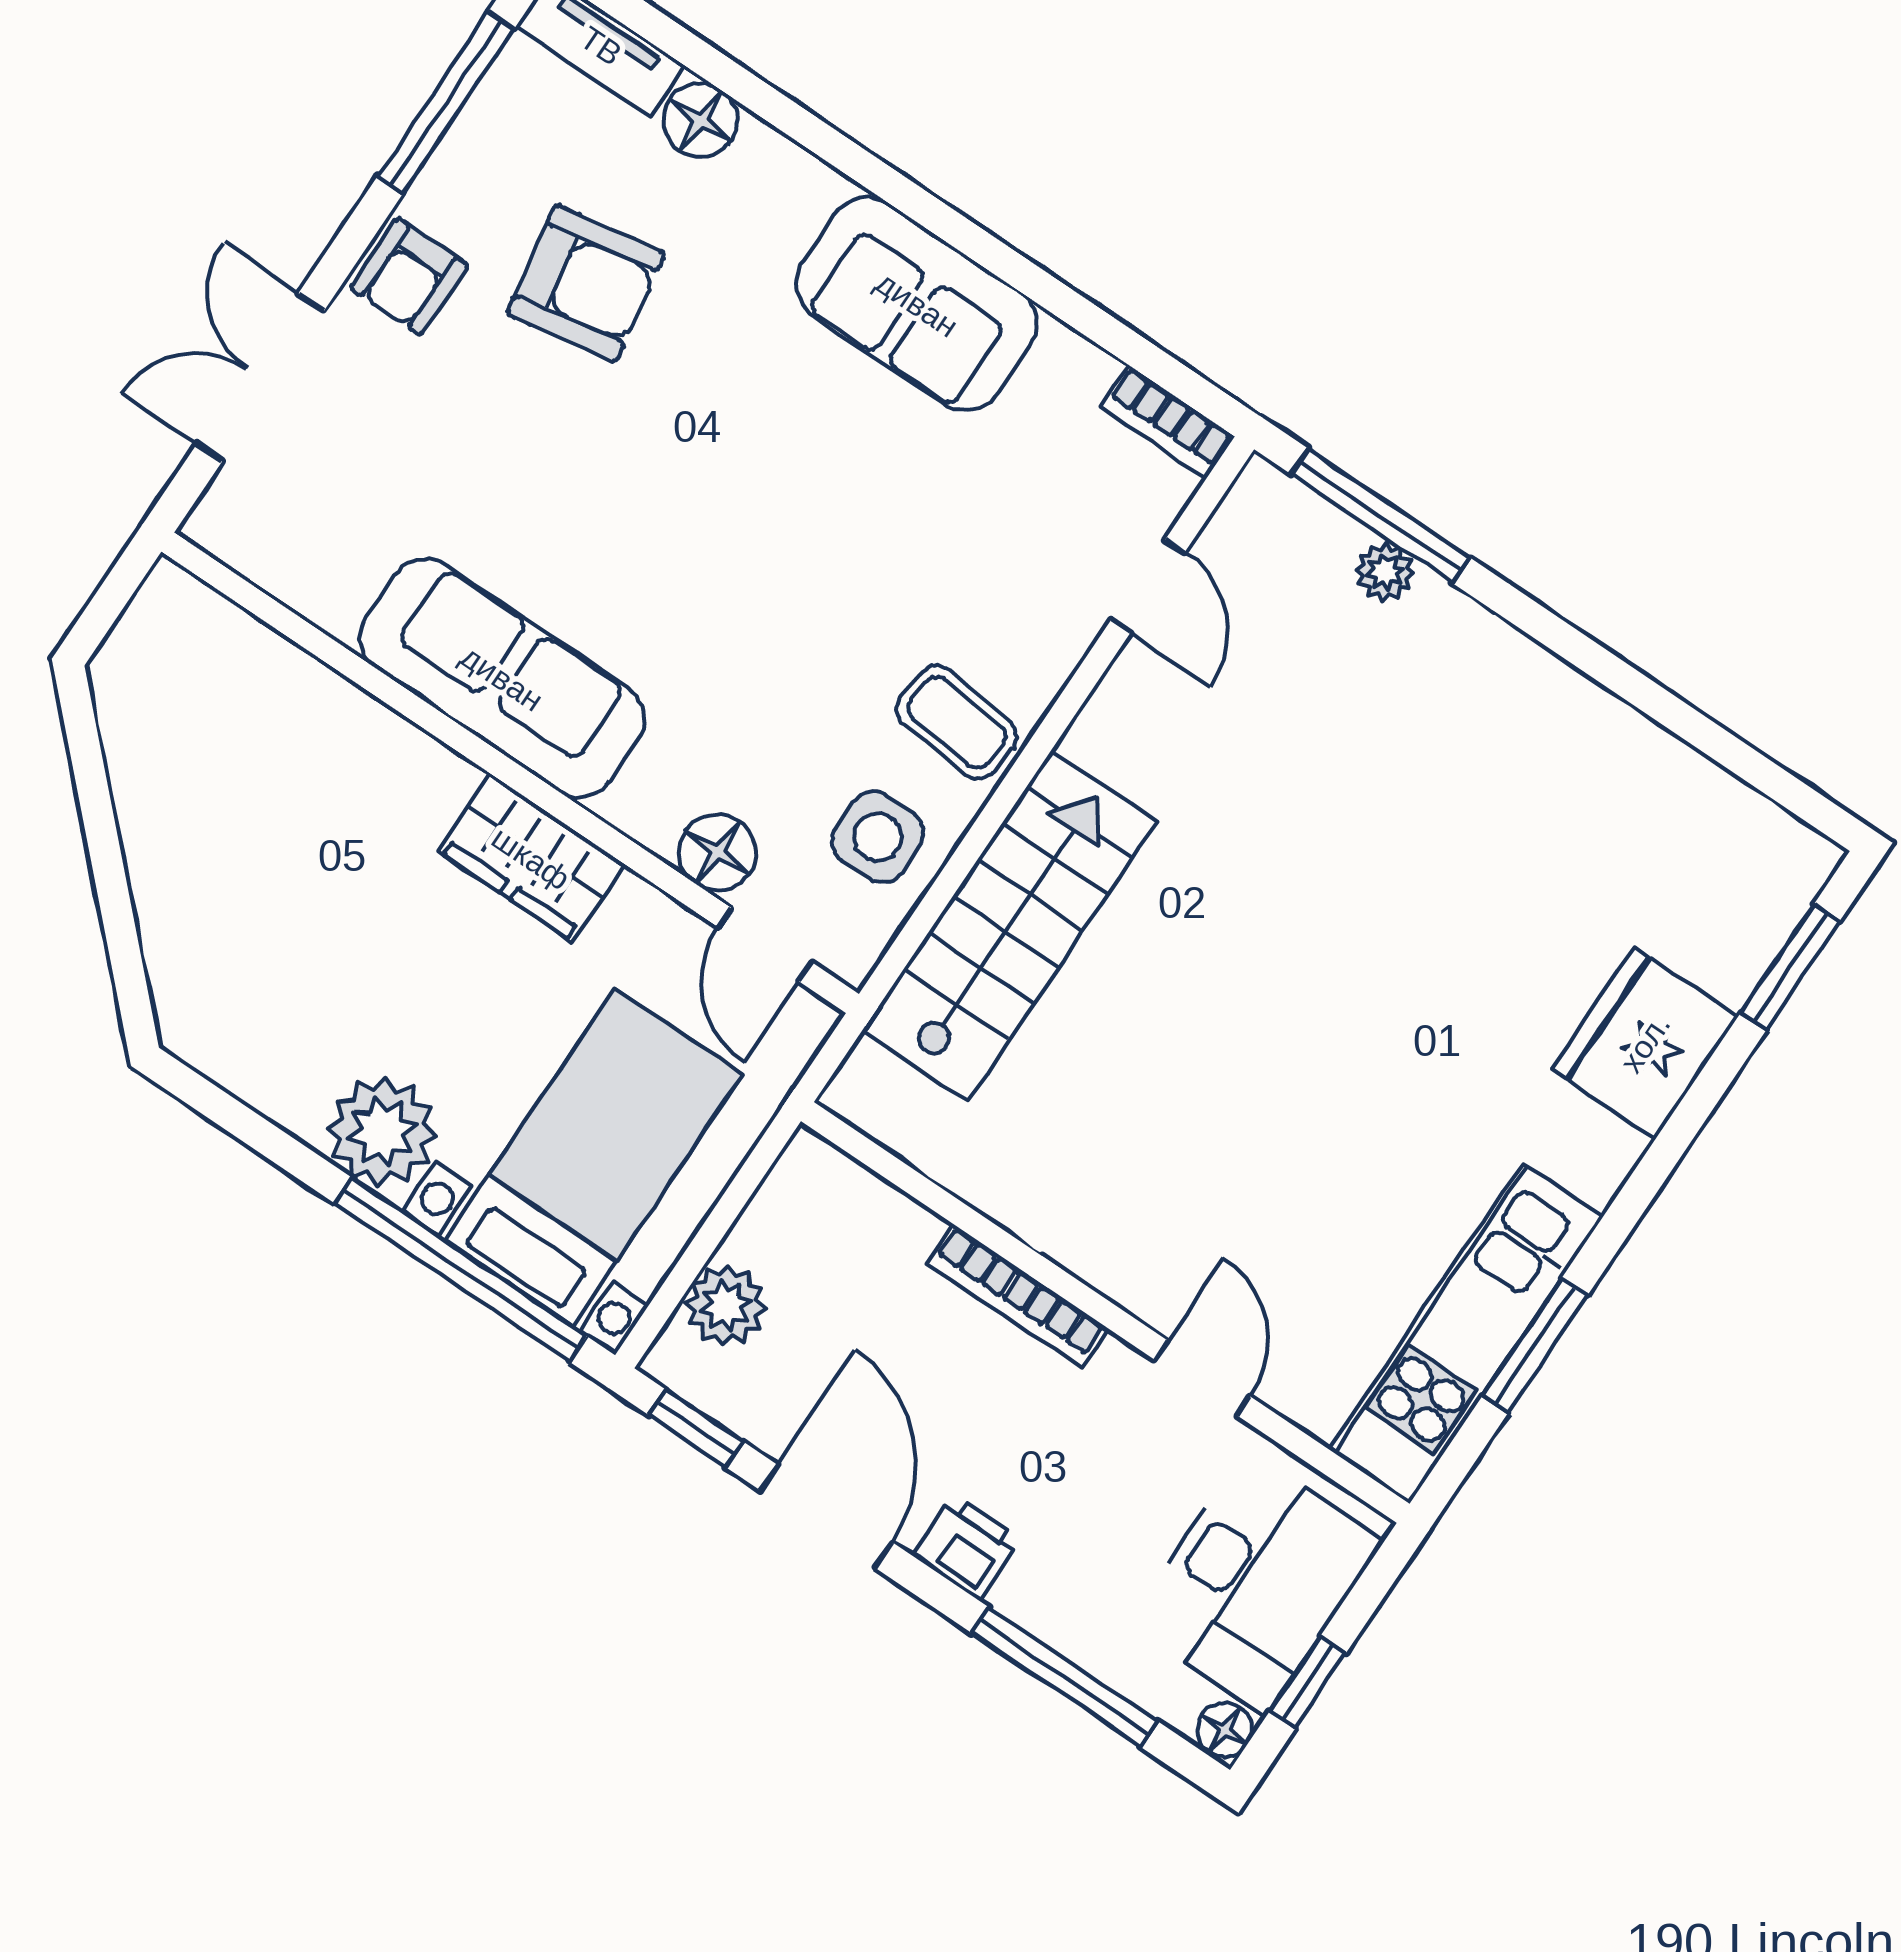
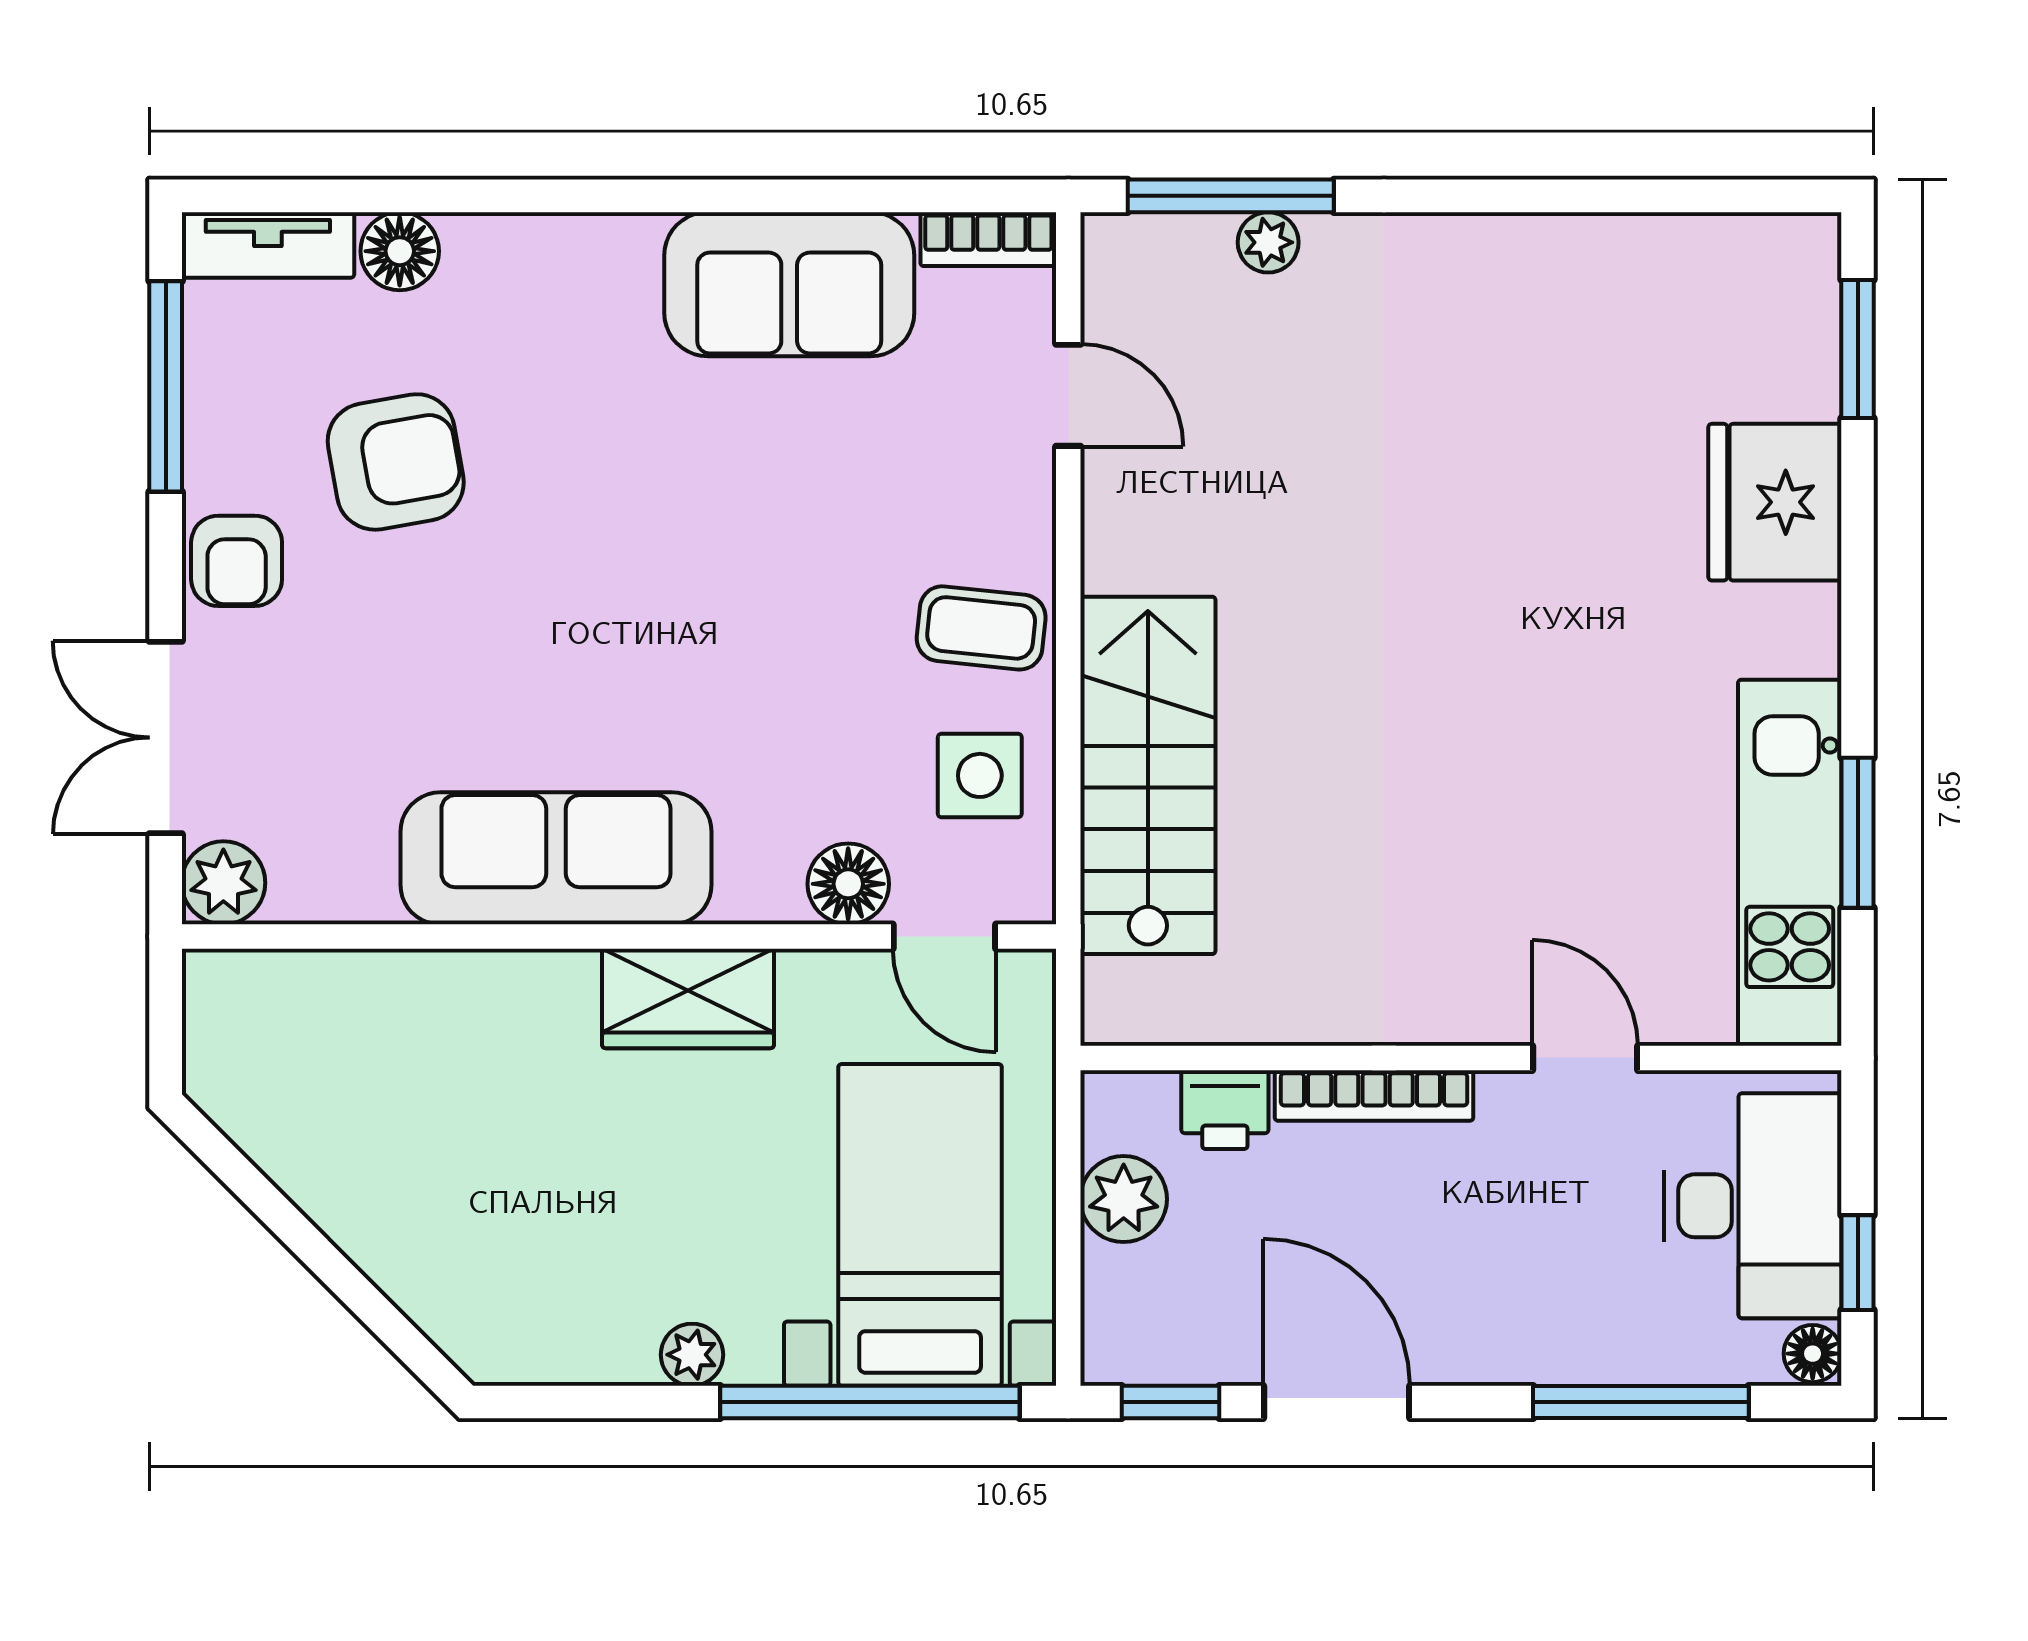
sofa: (917, 304) -> (789, 284), moved
plant: (229, 522) -> (223, 883), added
plant: (382, 1132) -> (692, 1355), width x0.53, depth x0.53
plant: (726, 1306) -> (1124, 1199), moved
printer: (966, 1547) -> (1225, 1110), moved, turned 180

